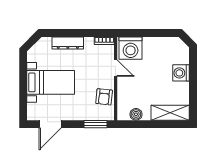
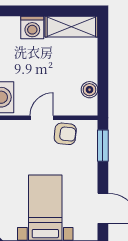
door: (116, 68) -> (42, 118), moved
shelving: (170, 113) -> (71, 27), moved, turned 90

